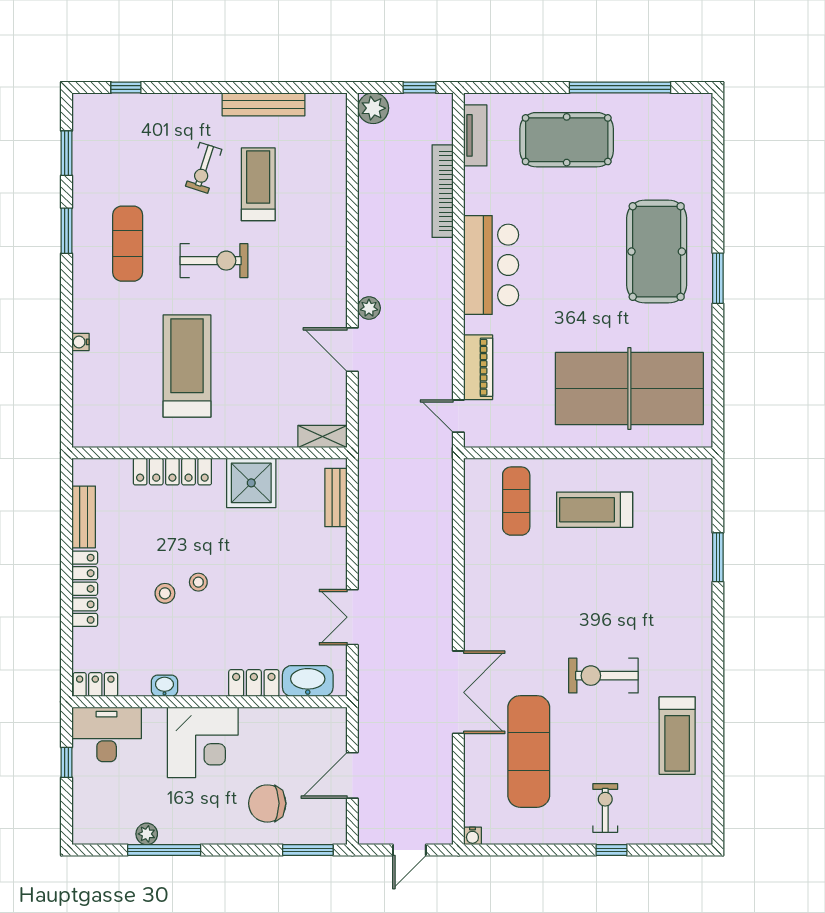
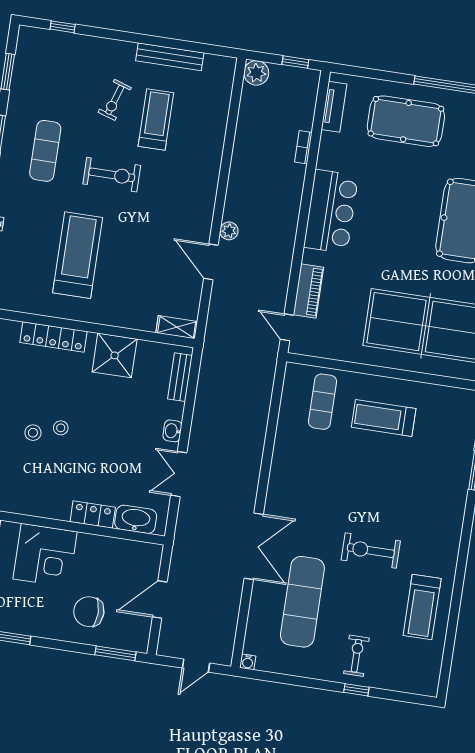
bookcase: (443, 191) -> (303, 147), width x0.43, depth x0.76
washbasin: (164, 686) -> (172, 431), moved, turned -90

